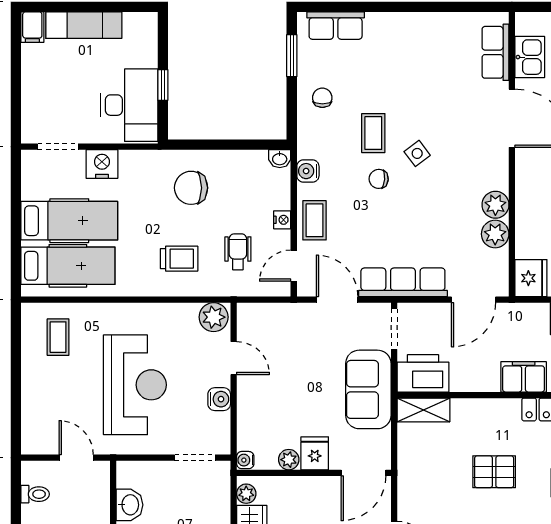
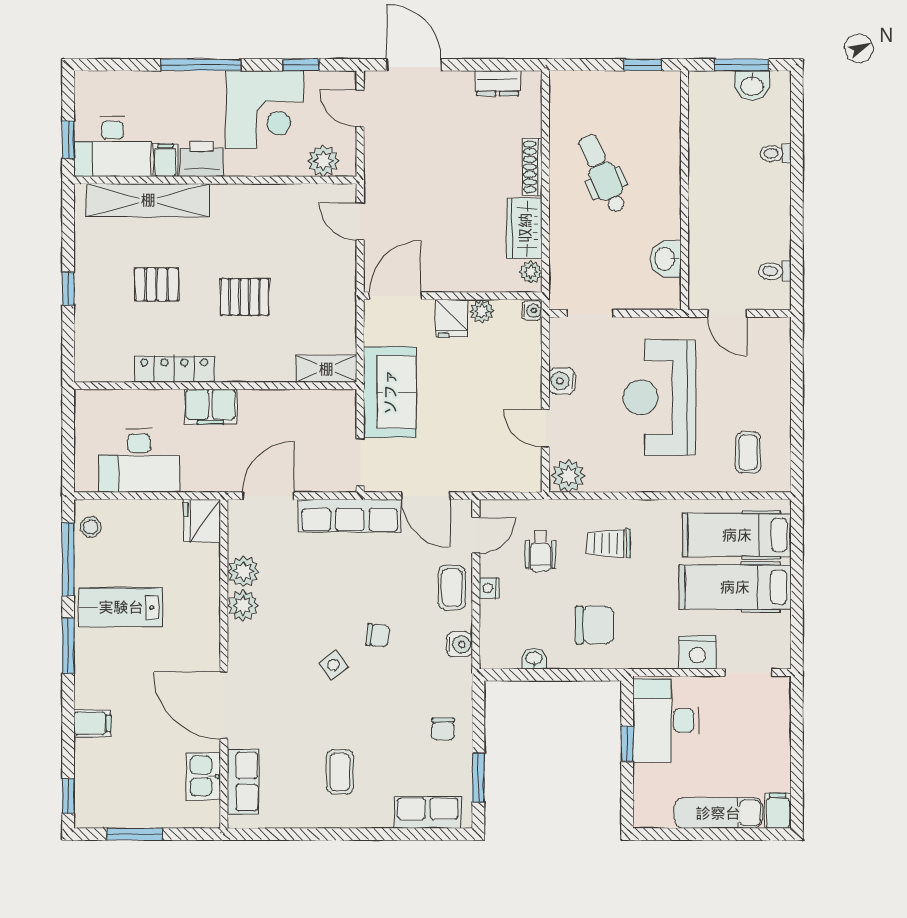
coffee table: (373, 133) -> (340, 772), moved
washbasin: (280, 159) -> (534, 659), moved
printer: (423, 373) -> (327, 411), removed

